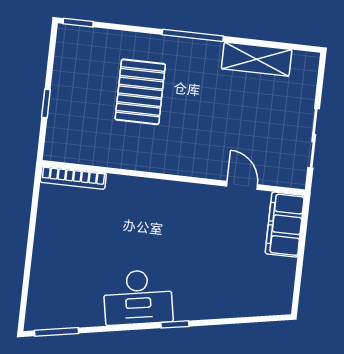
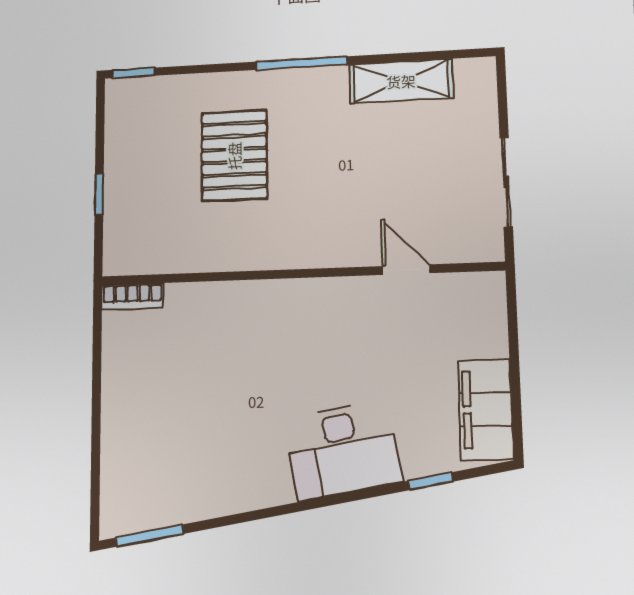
bookcase: (73, 178) -> (133, 296), width x0.64
filing cabinet: (285, 225) -> (486, 409), moved
desk: (138, 297) -> (342, 450), moved
window: (175, 324) -> (430, 481), moved

